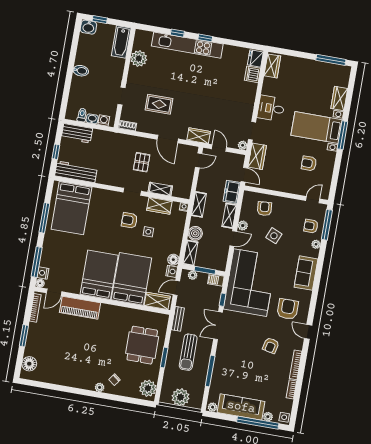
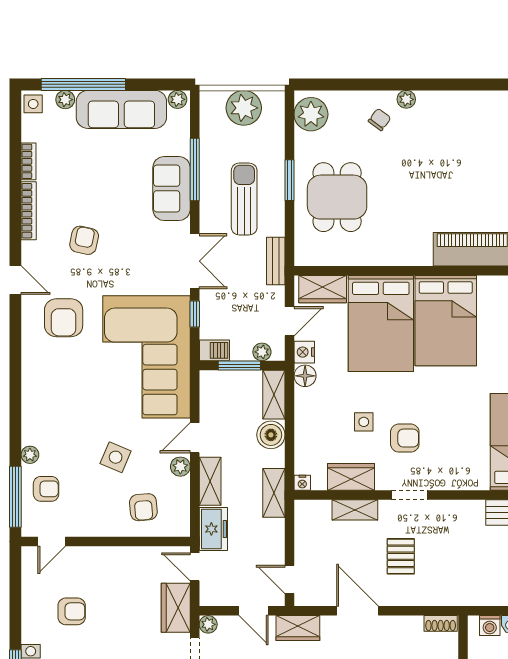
door: (199, 160) -> (290, 579), hinge flipped
sofa: (306, 273) -> (171, 189), moved, turned 180

